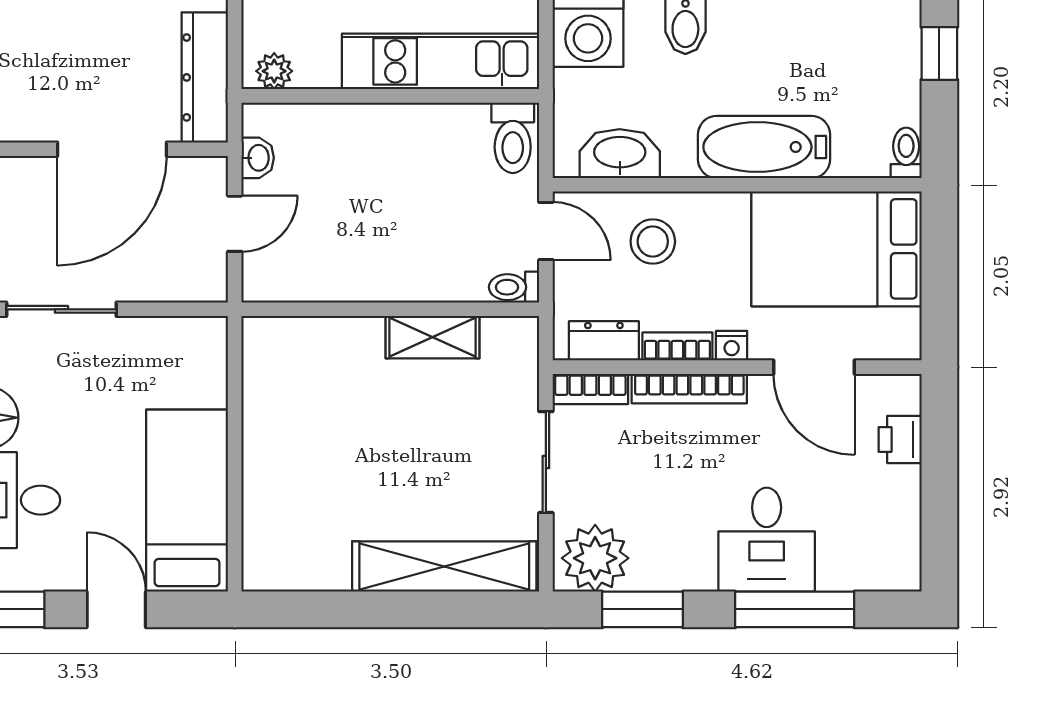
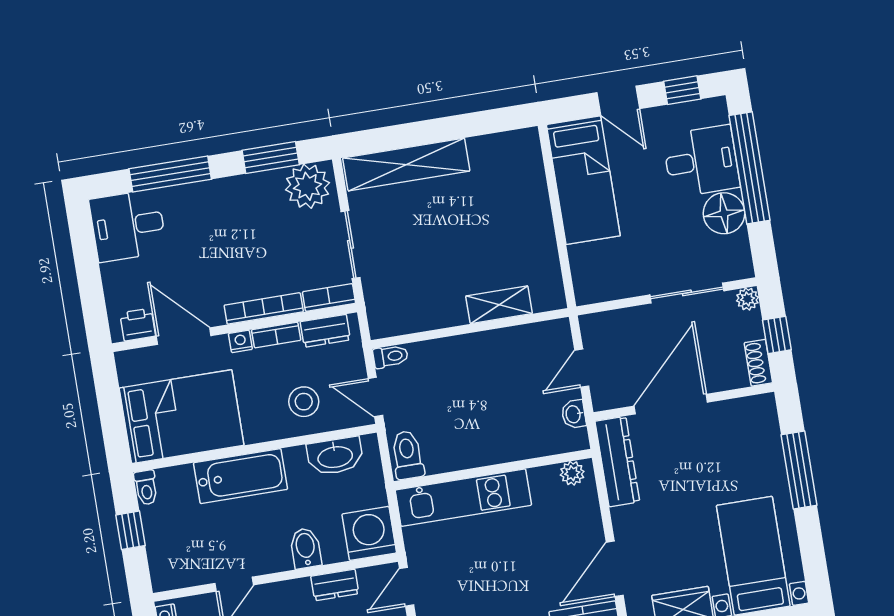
window: (939, 53) -> (130, 530), moved
shelving: (433, 337) -> (499, 305), moved
printer: (900, 439) -> (138, 325), moved, turned -90
desk: (767, 540) -> (128, 226), moved, turned -90

